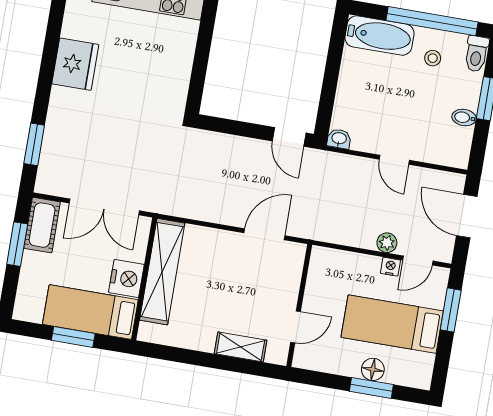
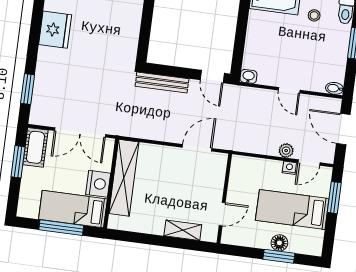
bidet: (464, 118) -> (334, 88), moved
bench: (220, 143) -> (162, 83), added
window: (73, 337) -> (61, 228), width x1.44

